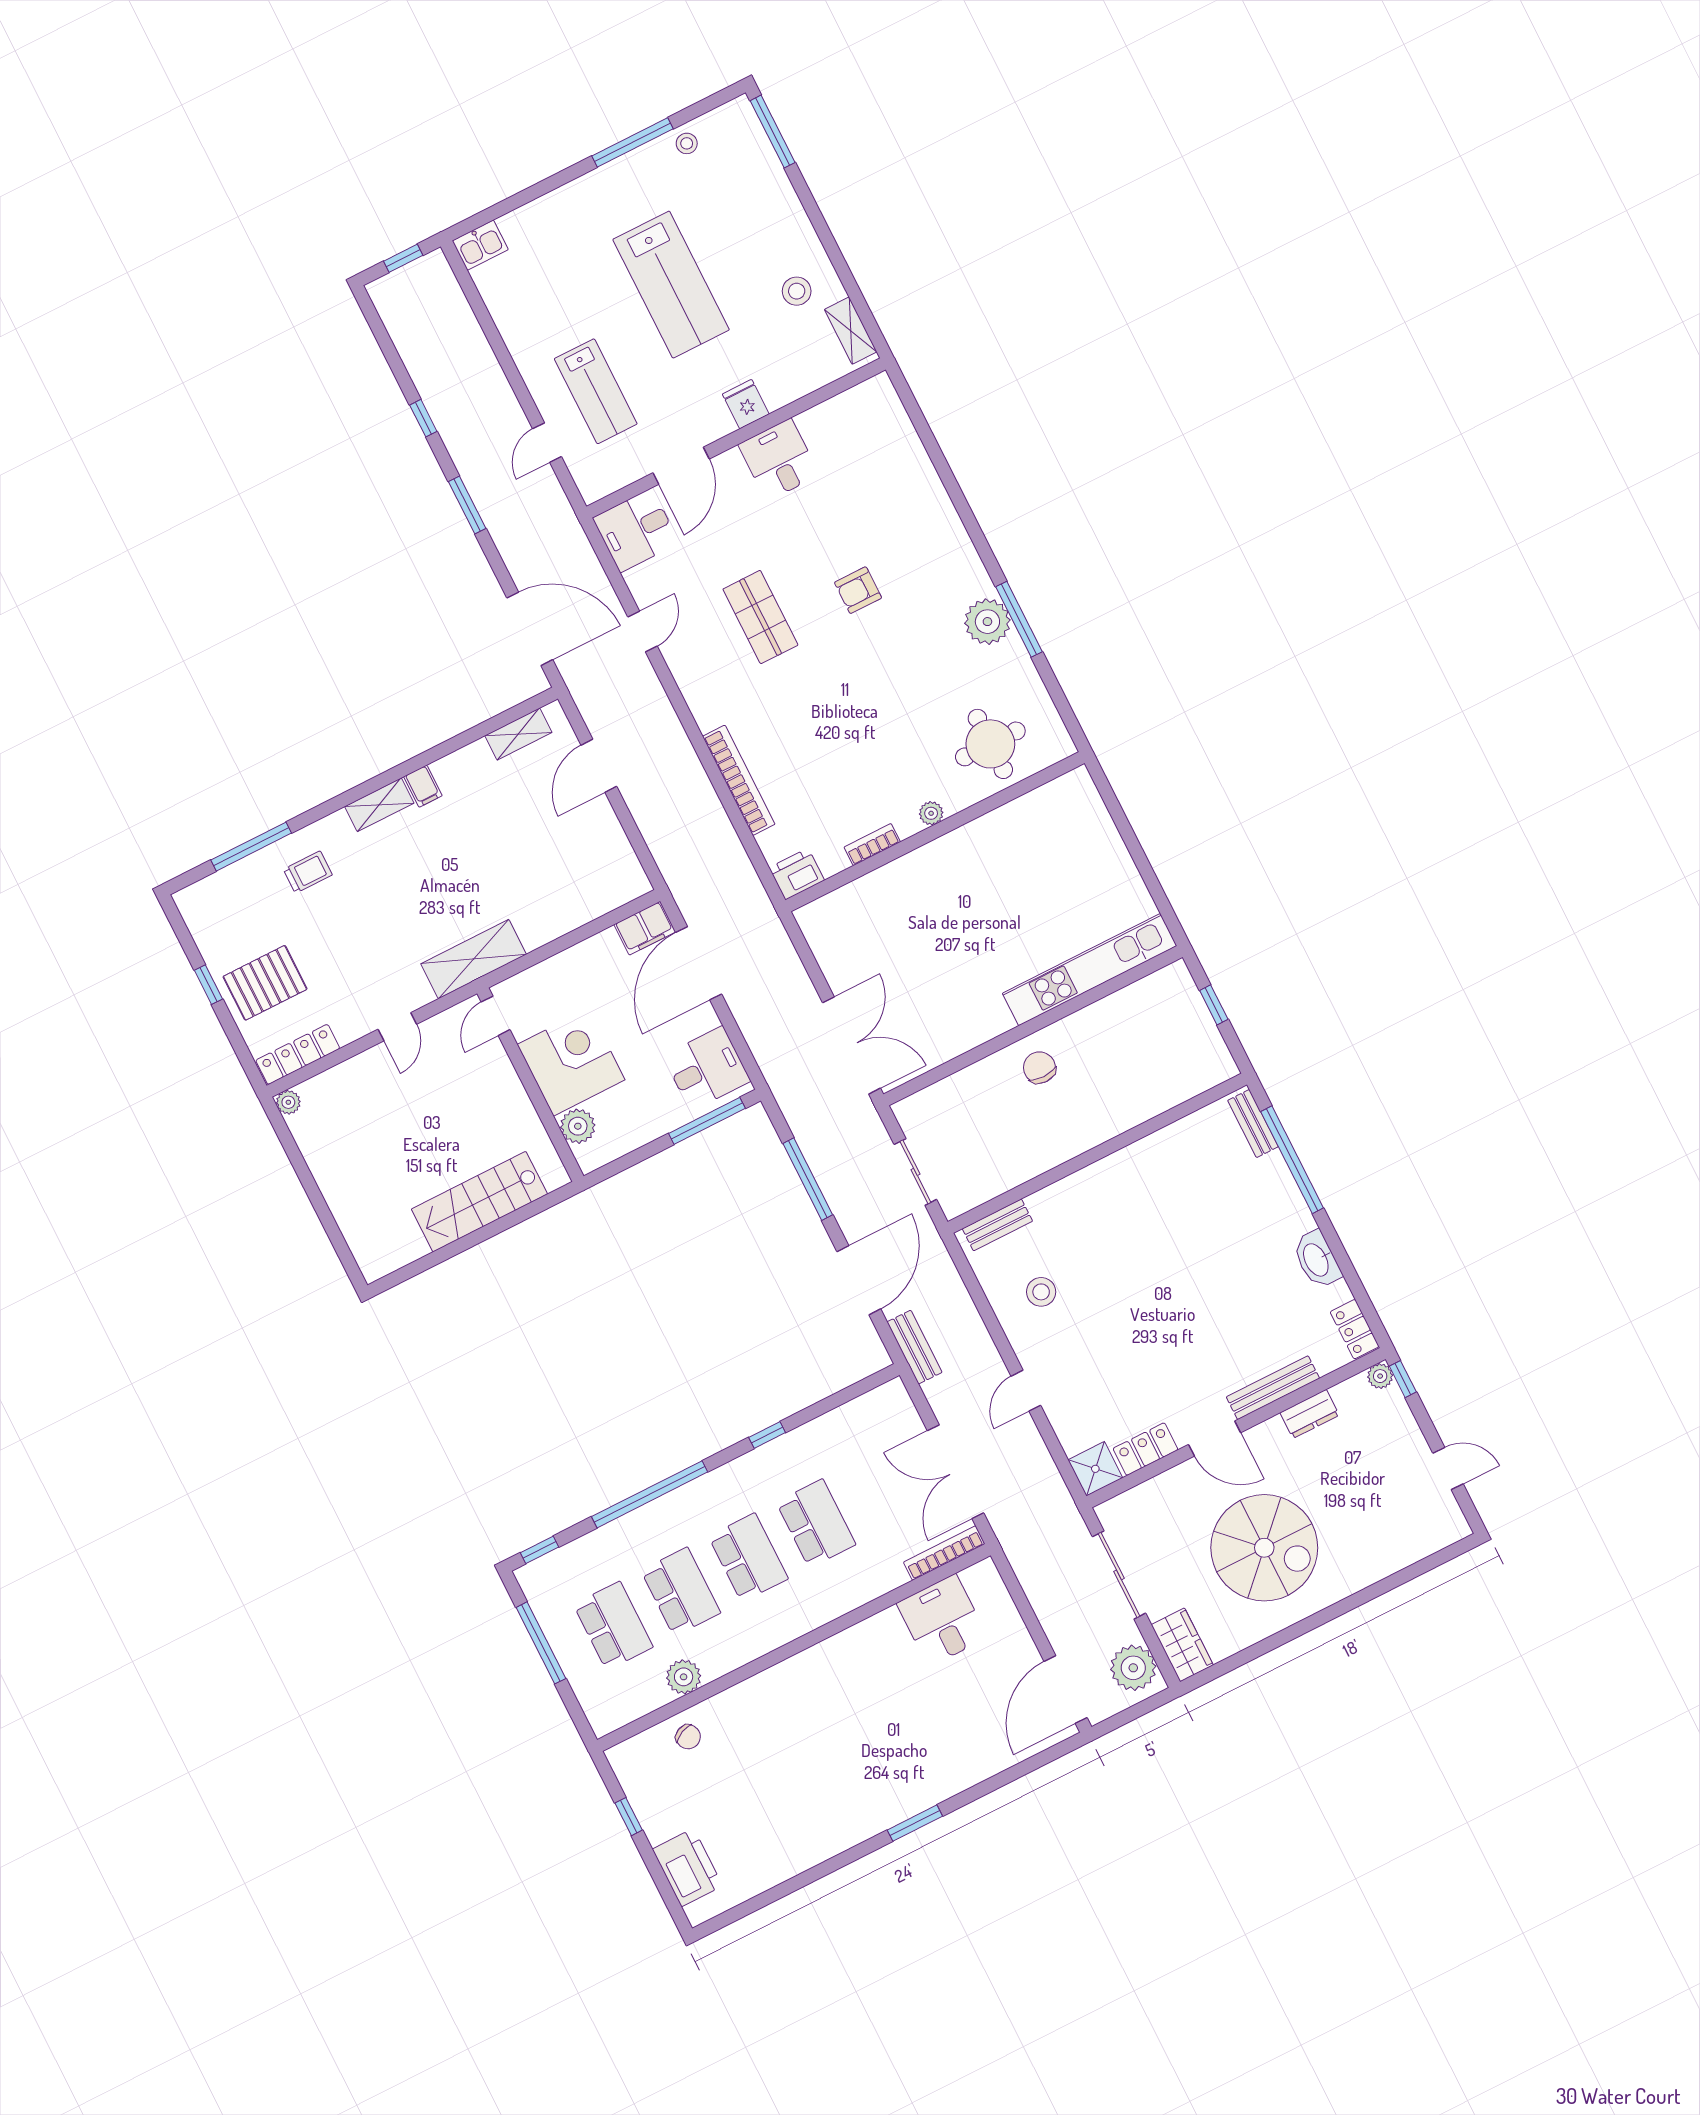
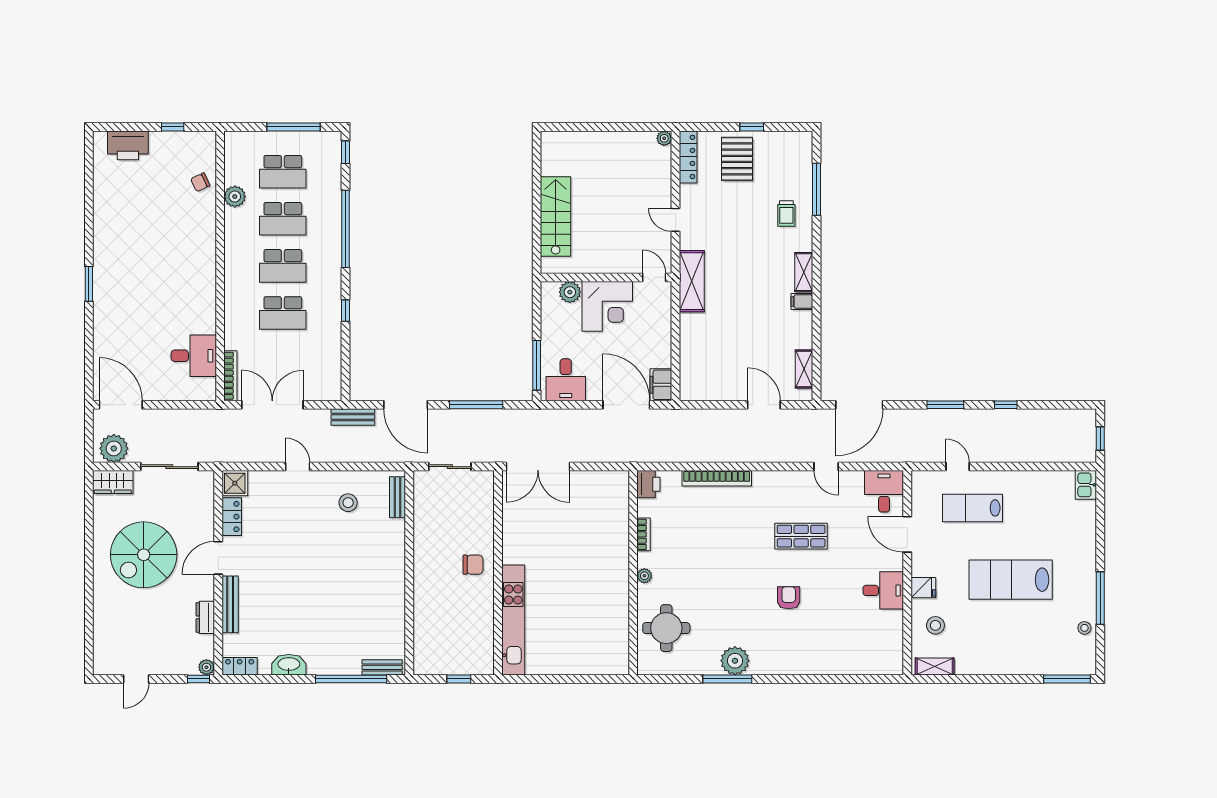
stool: (797, 291) -> (935, 625), moved

